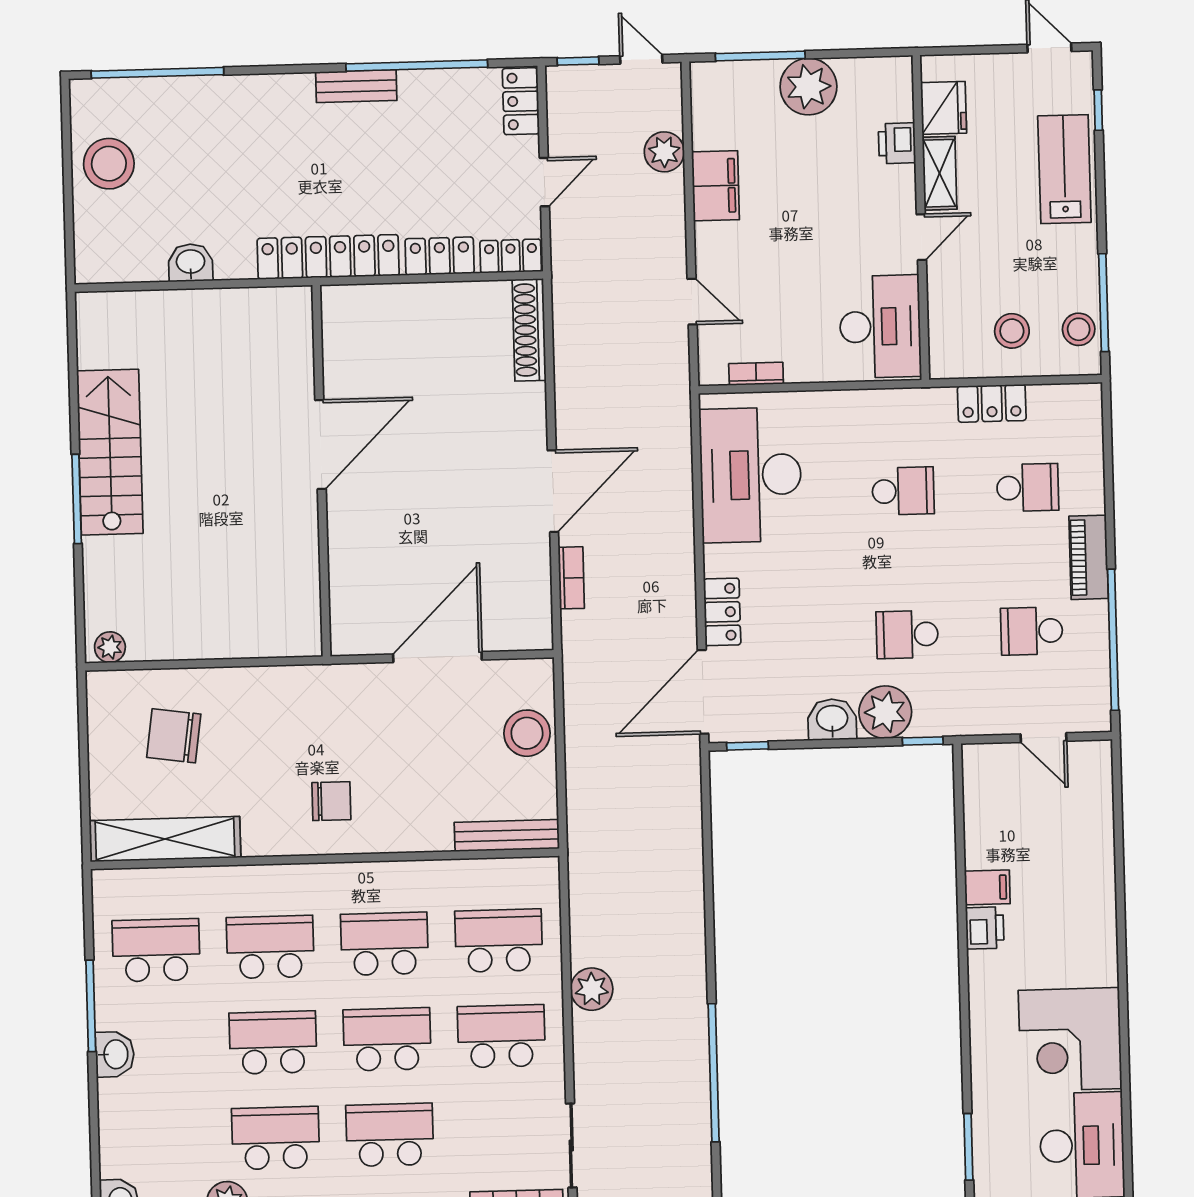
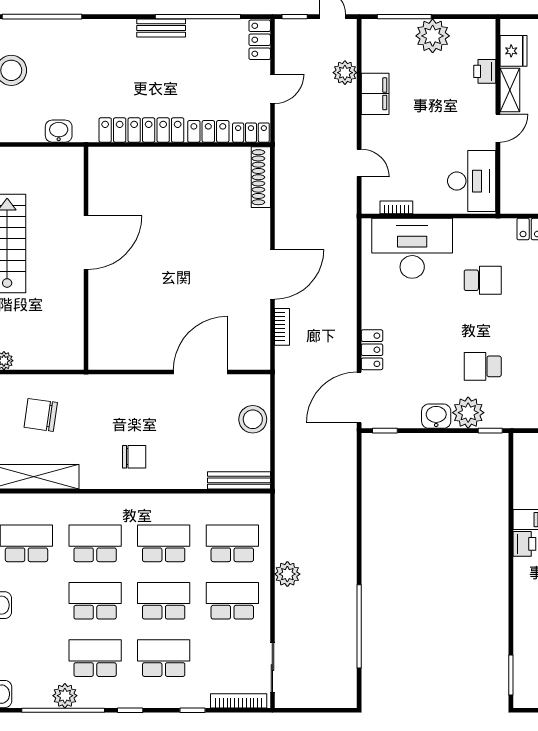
door: (321, 444) -> (86, 242), moved
wall: (321, 471) -> (86, 258), moved
desk: (751, 475) -> (412, 248), moved, turned 90

